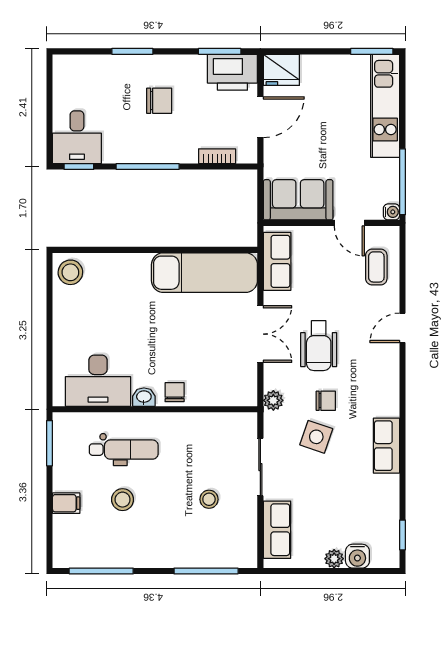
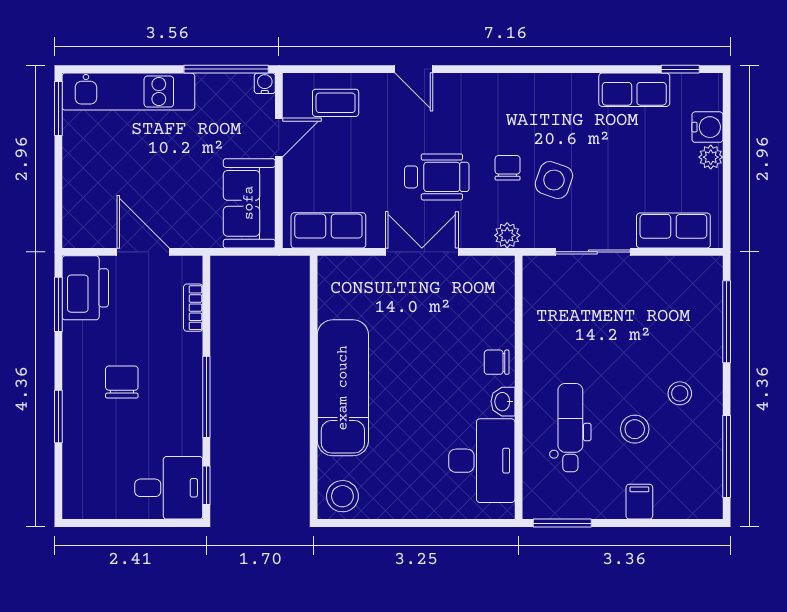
fridge: (281, 70) -> (82, 225), removed
exam couch: (204, 273) -> (343, 388), moved
row of seats: (386, 446) -> (634, 90), moved
stool: (209, 499) -> (680, 393), moved

